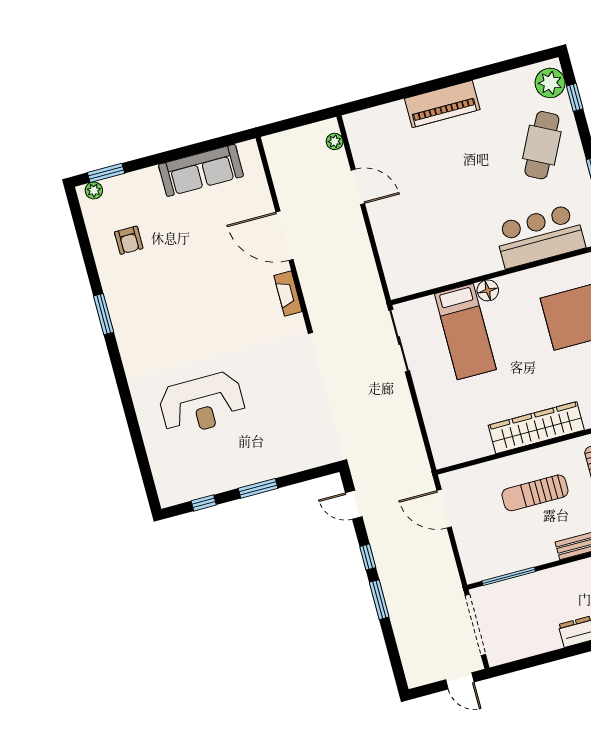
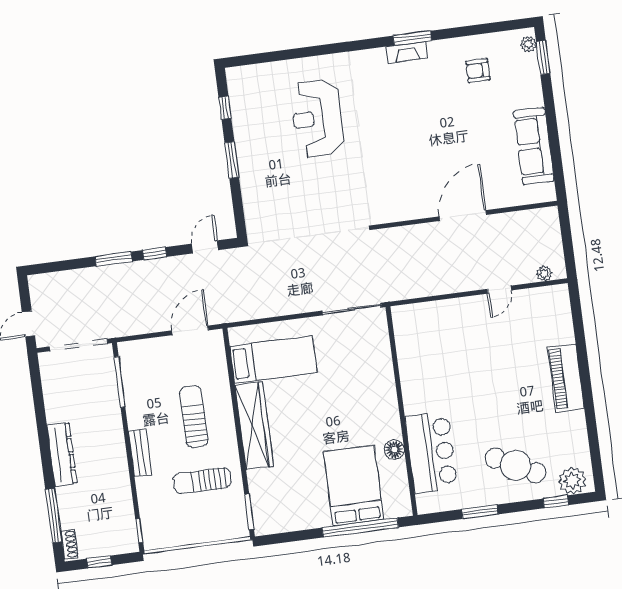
door: (358, 187) -> (499, 290), width x0.73
floor lamp: (488, 290) -> (394, 450), moved
fireplace: (288, 294) -> (407, 52), moved, turned 180
bed: (465, 332) -> (274, 359), moved, turned 180

